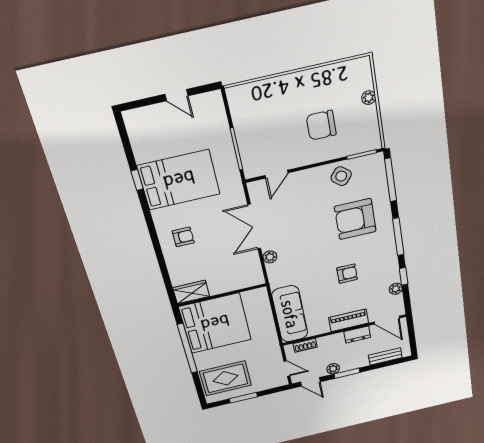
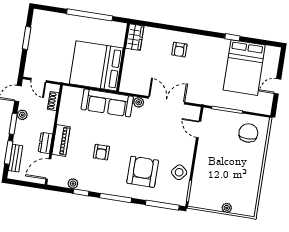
chair: (321, 125) -> (248, 133), moved
bed: (179, 180) -> (244, 68), moved
sofa: (290, 314) -> (107, 103), moved
bed: (215, 323) -> (96, 66), moved, turned 90
window: (381, 365) -> (9, 152), added
door: (287, 368) -> (39, 80), hinge flipped
rug: (226, 378) -> (51, 32), removed

